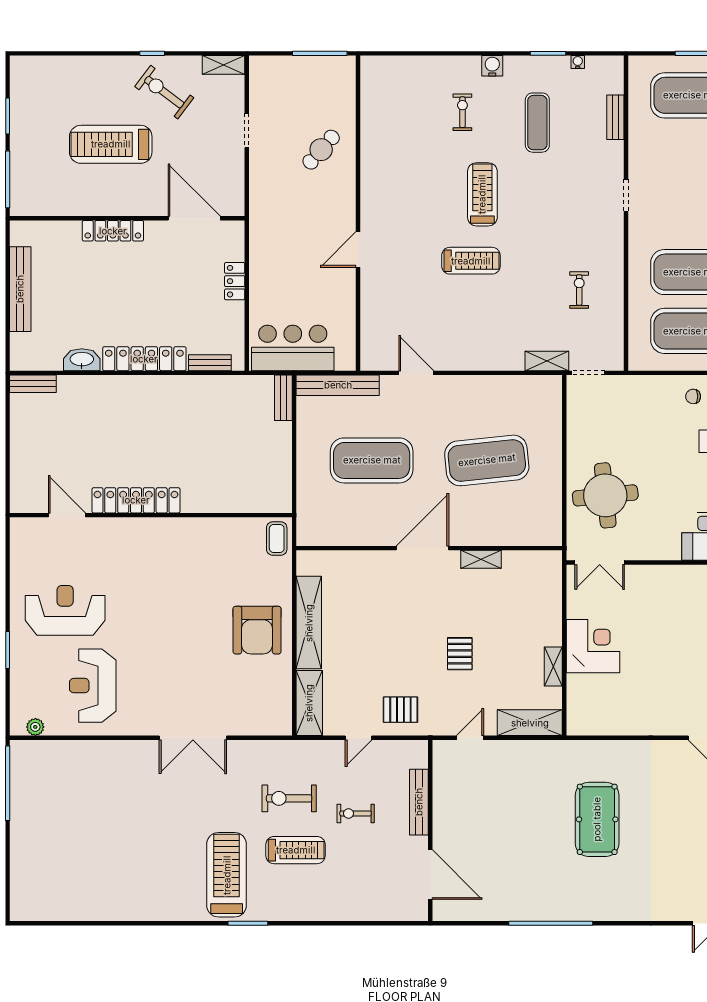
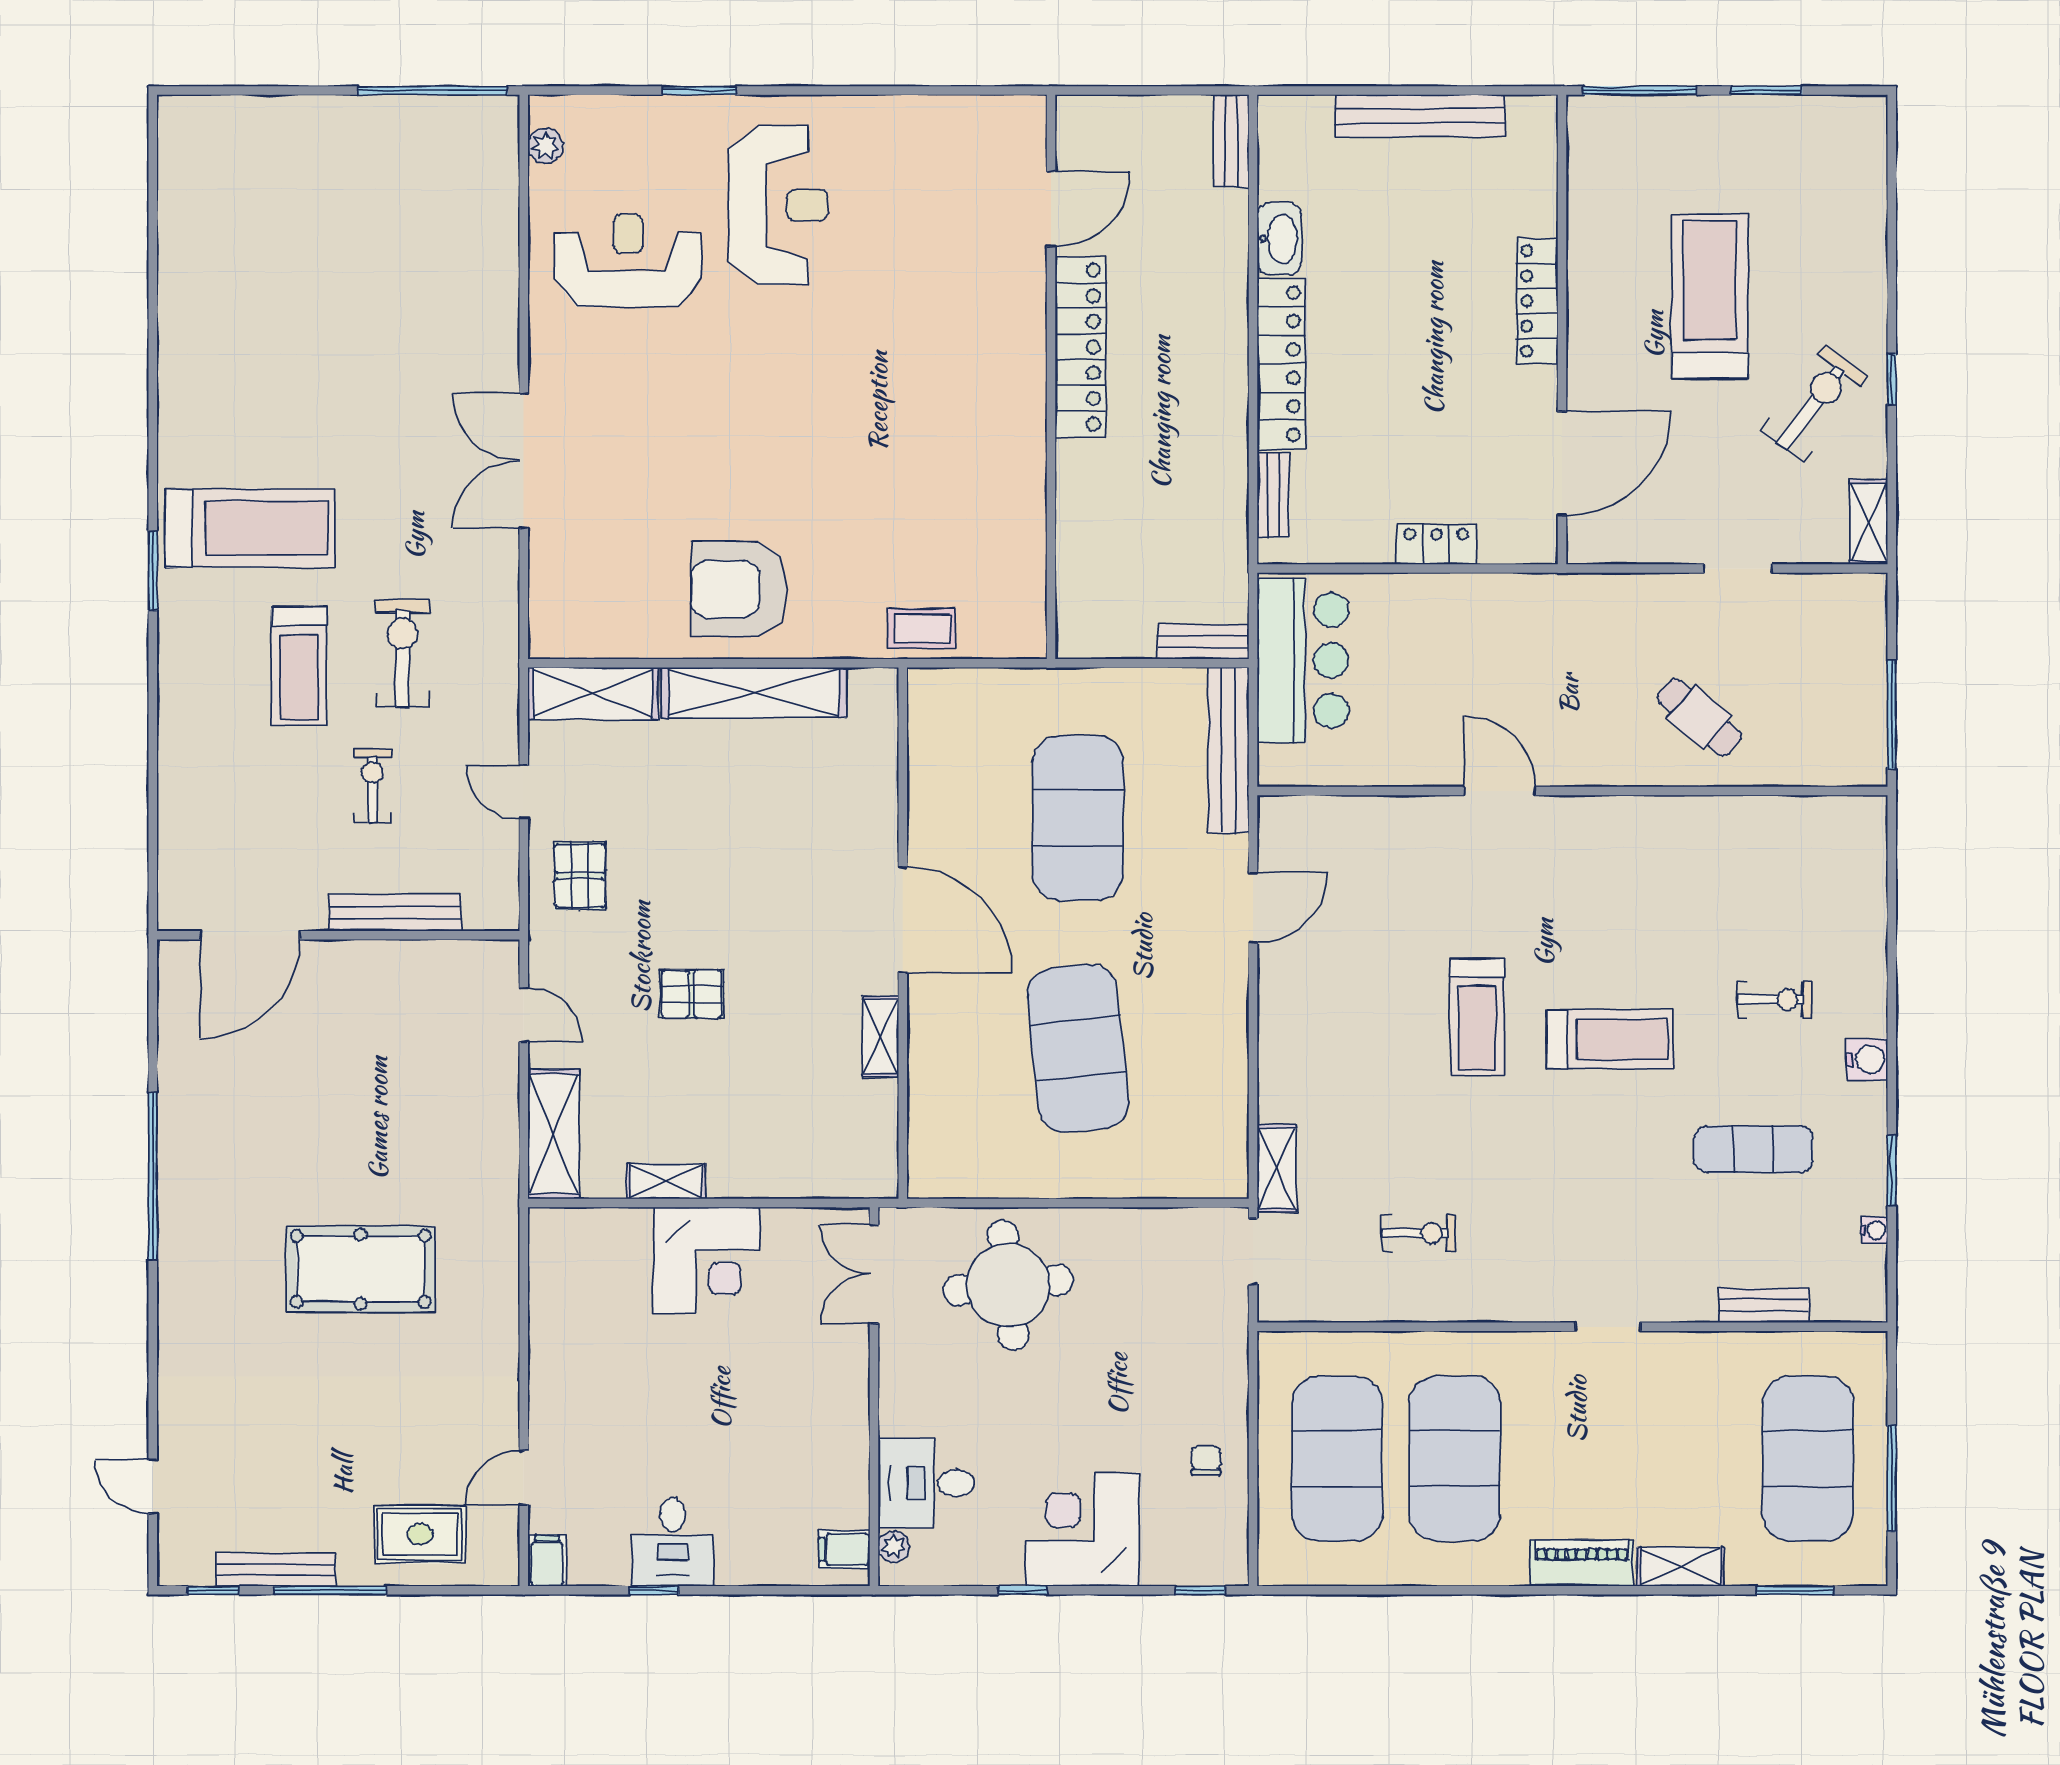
locker: (136, 500) -> (1081, 347), moved
door: (67, 515) -> (1051, 209), moved
wall: (151, 515) -> (1051, 377), moved

